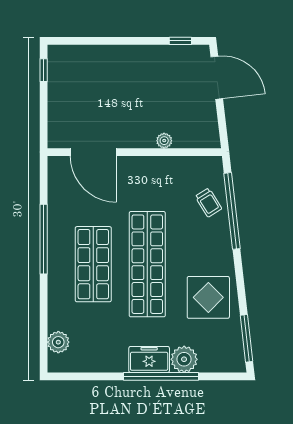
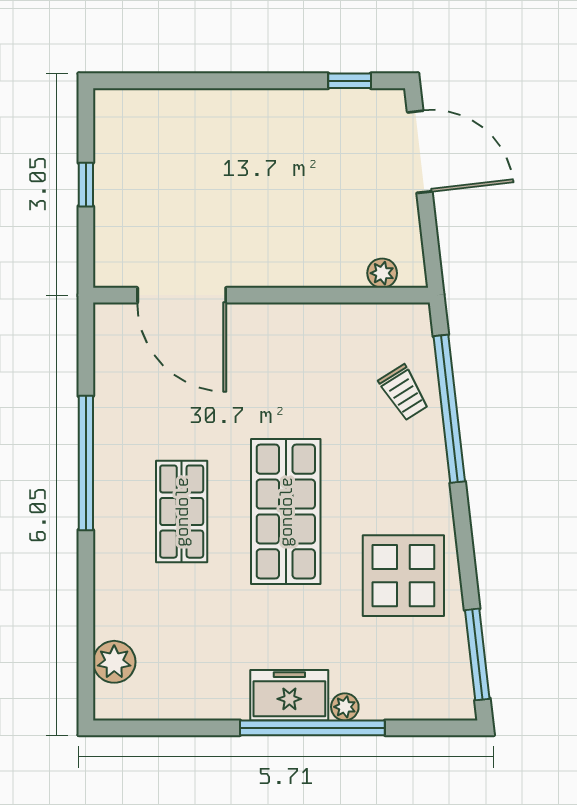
window: (44, 70) -> (86, 185), moved
plant: (164, 141) -> (382, 273), moved
shop shelf: (93, 264) -> (182, 512), width x0.70, depth x0.74
shop shelf: (147, 264) -> (286, 512), width x0.71
plant: (184, 359) -> (345, 707), width x0.53, depth x0.53

